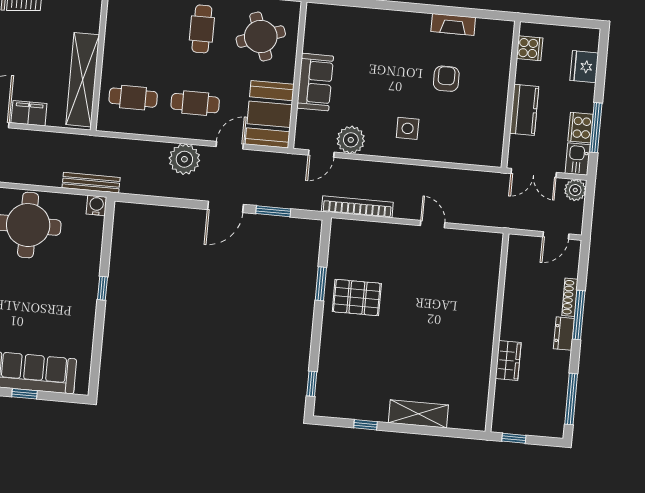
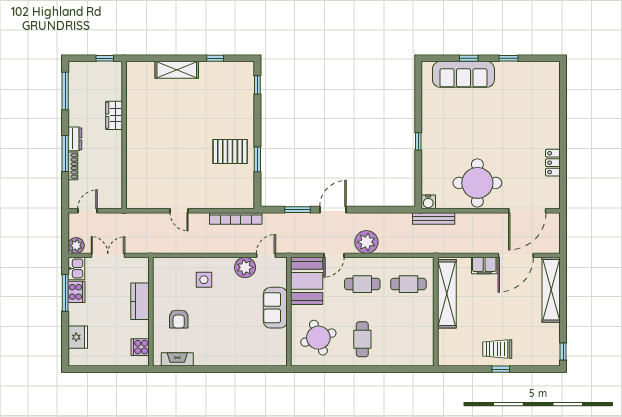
cooker: (530, 48) -> (140, 347), moved
wall: (511, 94) -> (151, 312), moved
kitchen counter: (524, 110) -> (140, 301), moved

